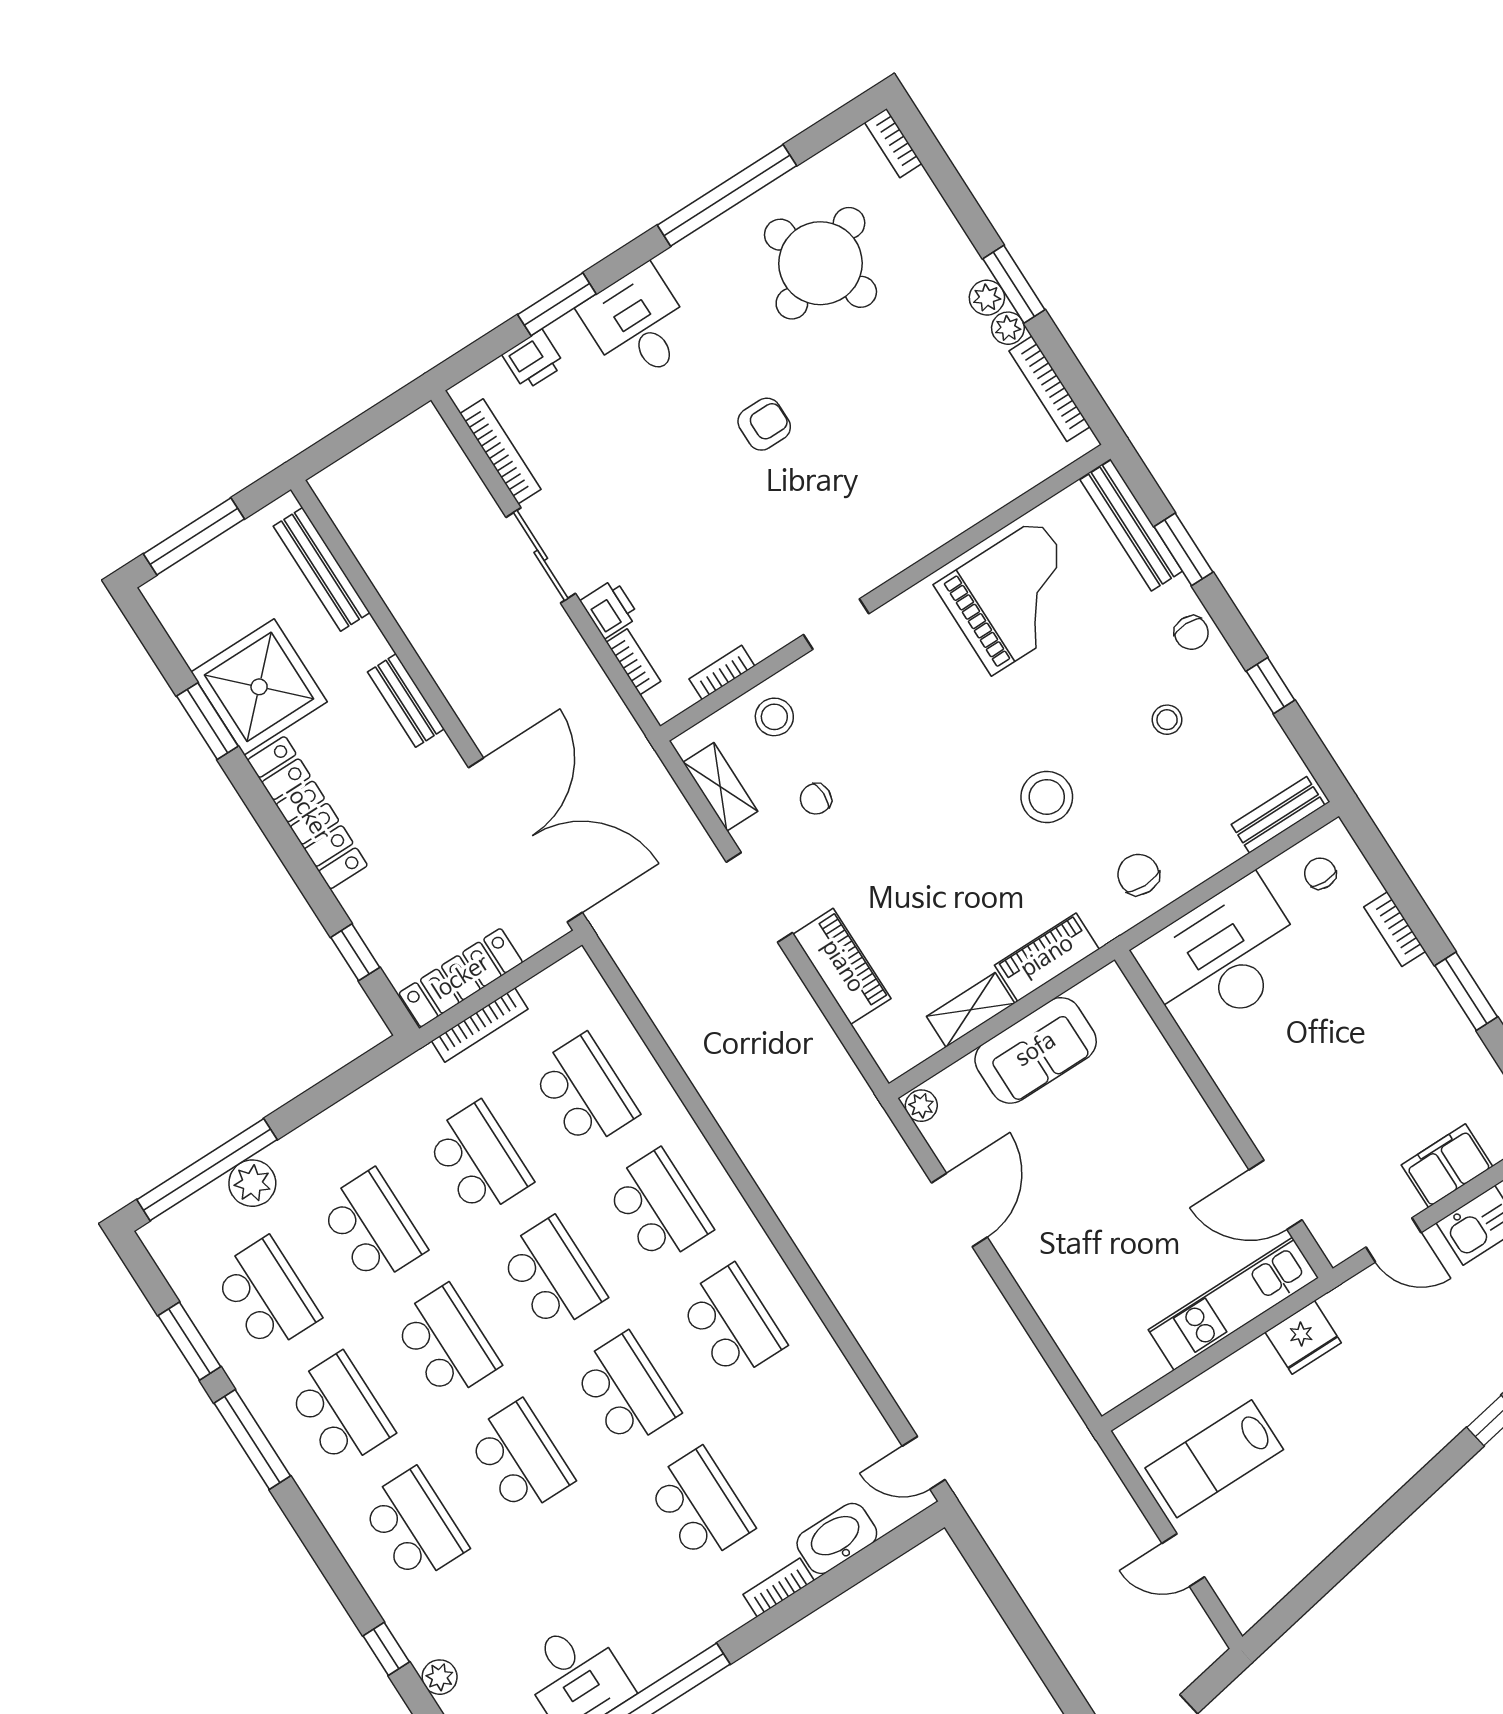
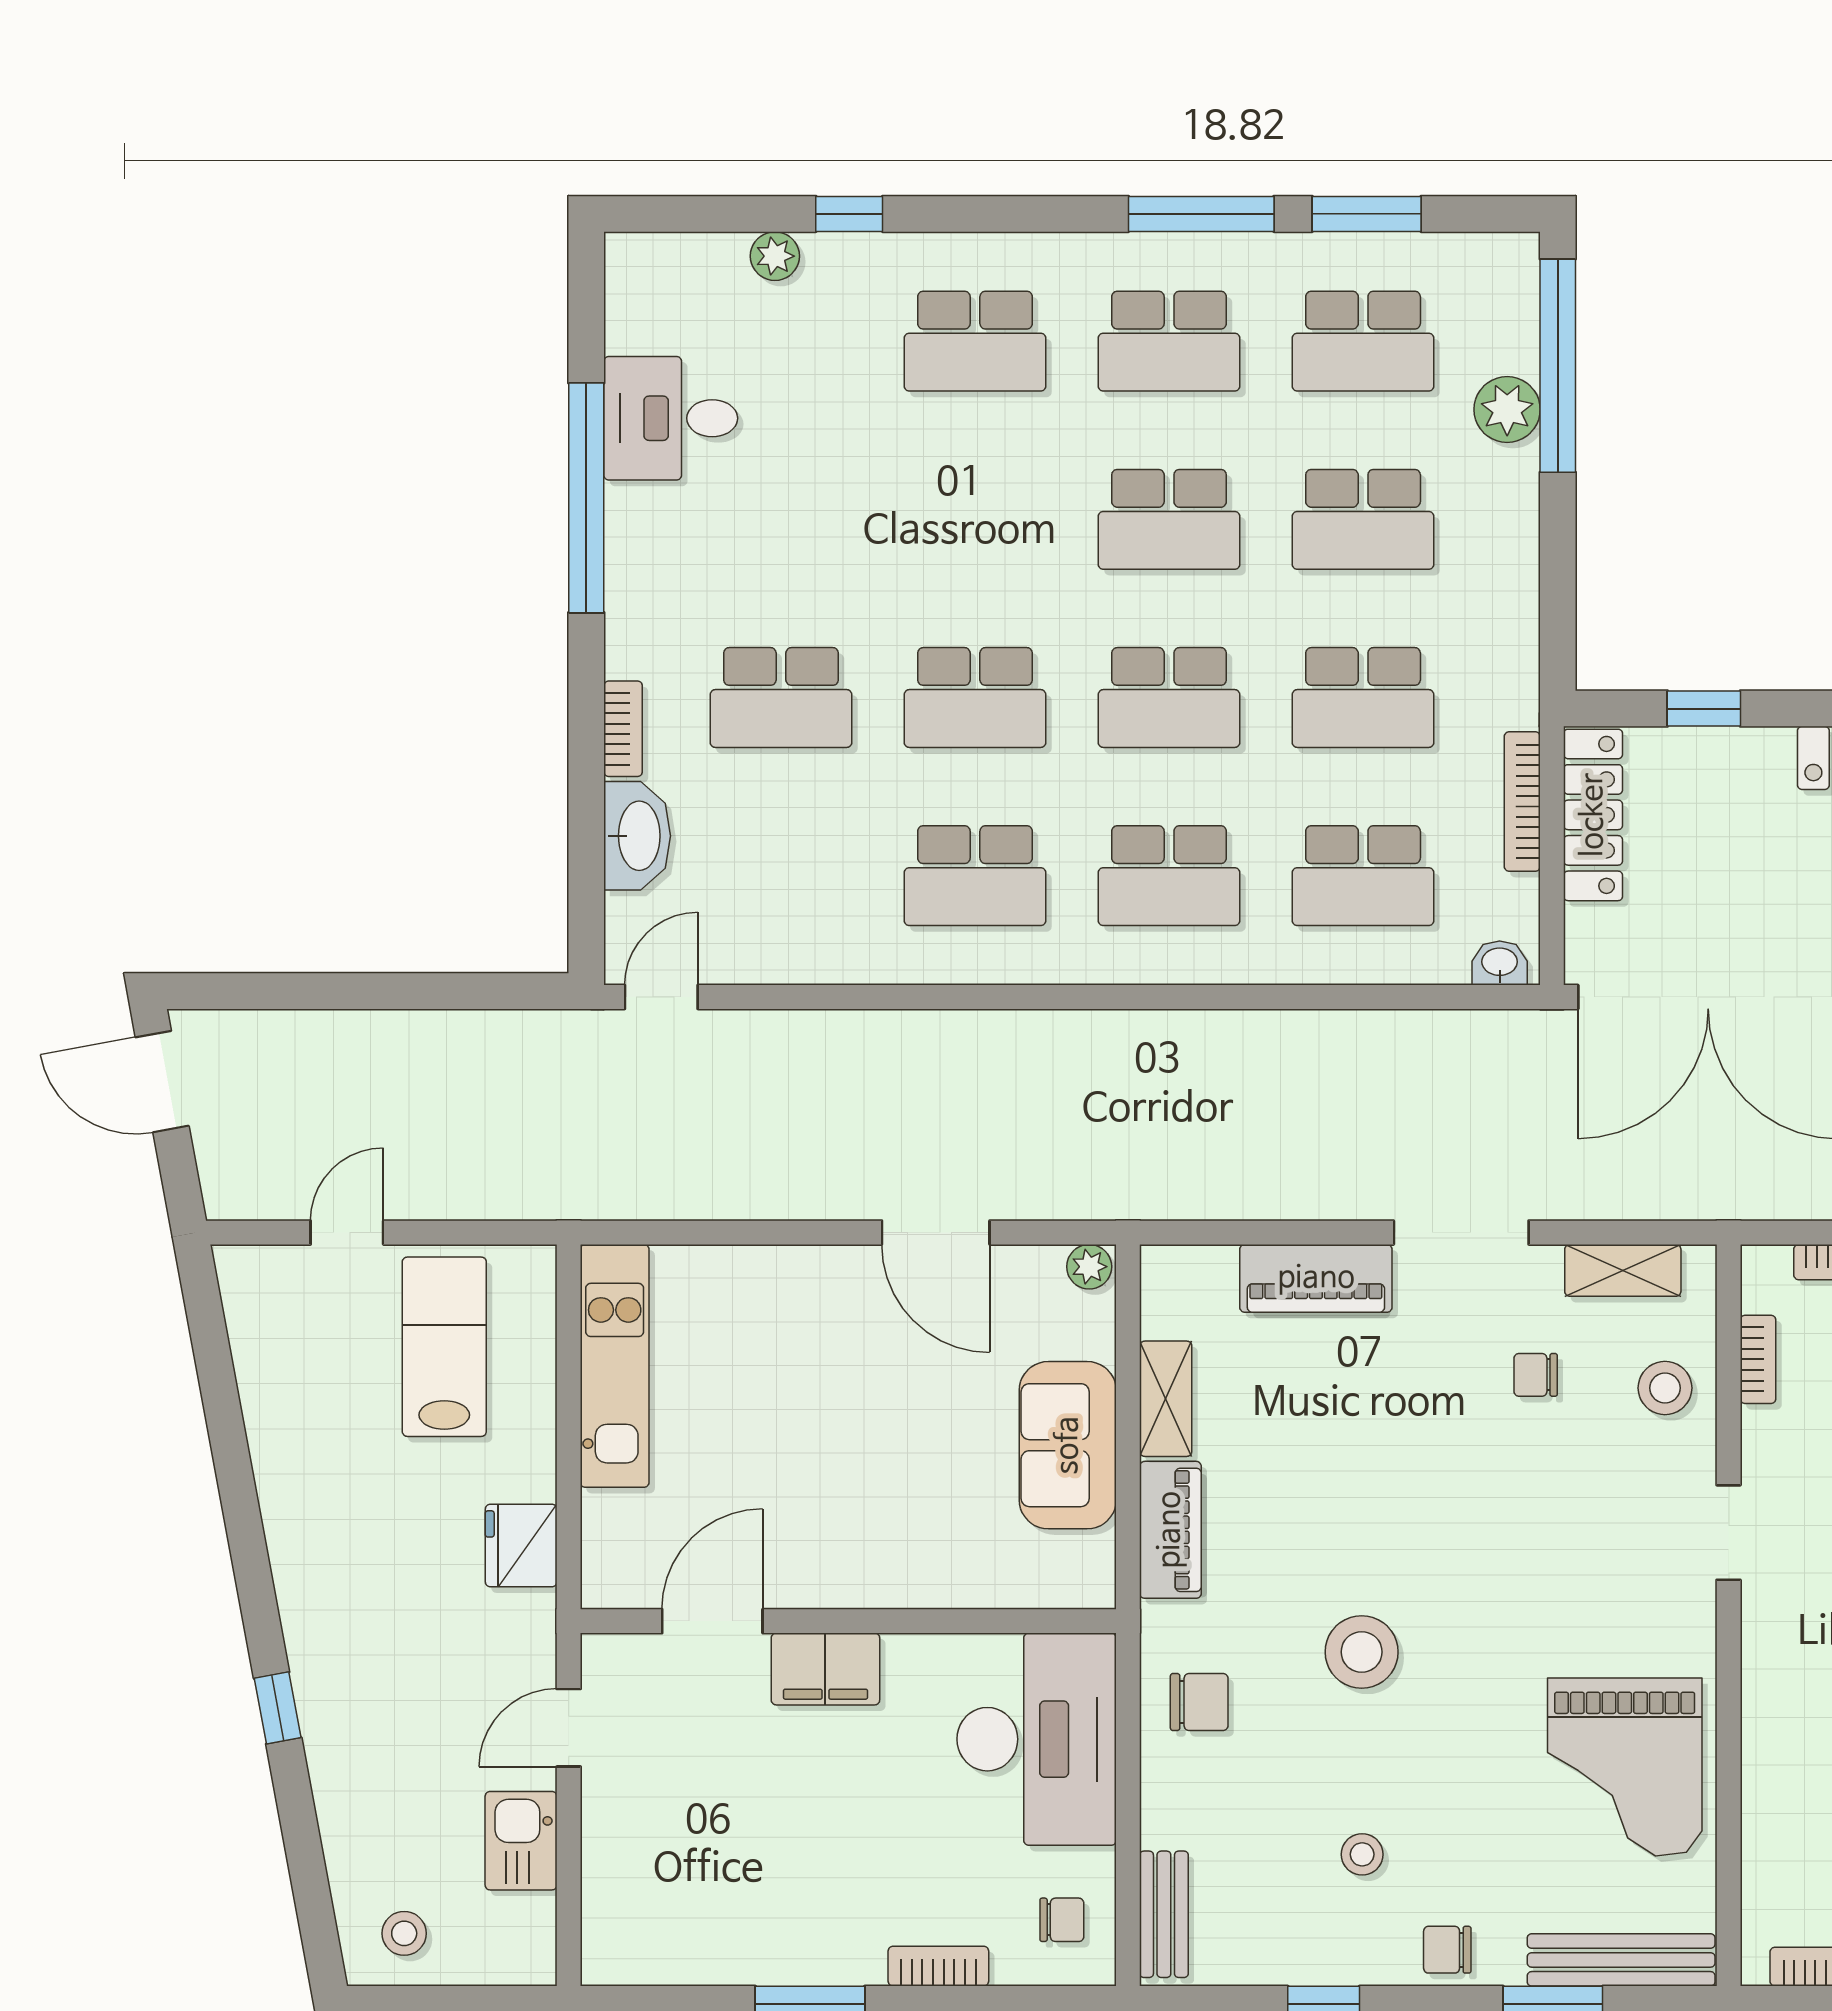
chair: (816, 799) -> (1536, 1375), turned -90
washbasin: (584, 977) -> (1500, 963), added
filing cabinet: (1447, 1166) -> (825, 1669), moved, turned 90
kitchen unit: (1233, 1304) -> (615, 1366), moved
school desk: (520, 1458) -> (975, 519), removed

